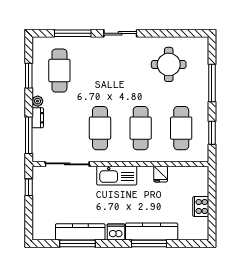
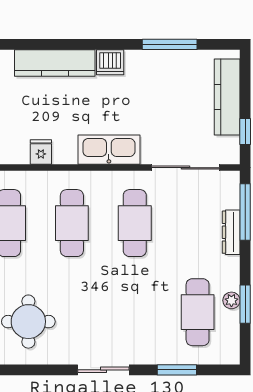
window: (73, 33) -> (177, 370), width x0.69
plant: (38, 101) -> (231, 300), moved
dresser: (38, 118) -> (231, 232), width x1.44
kitchen counter: (80, 232) -> (227, 97), moved, turned 90
window: (149, 243) -> (59, 44), removed

